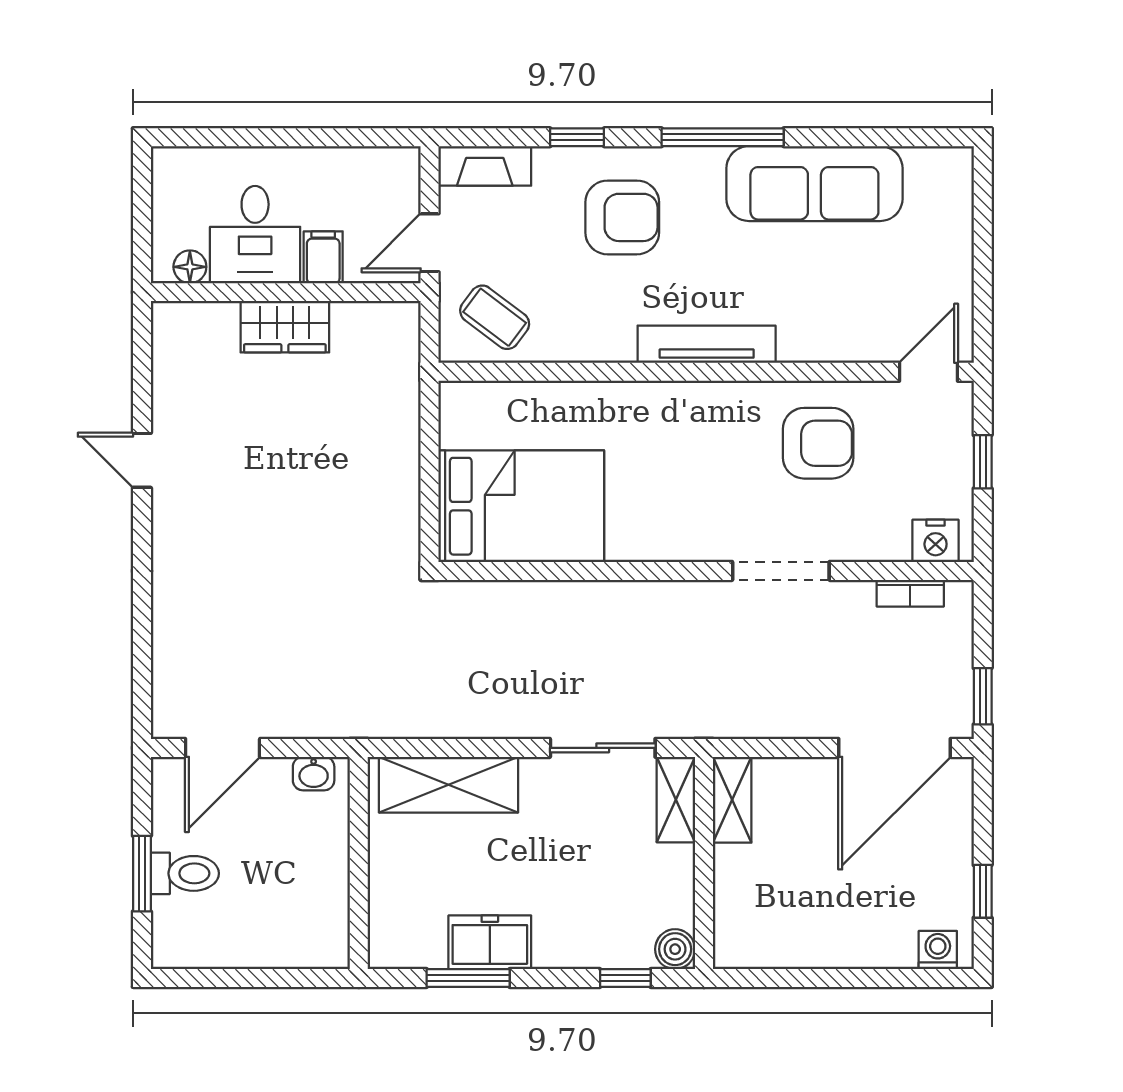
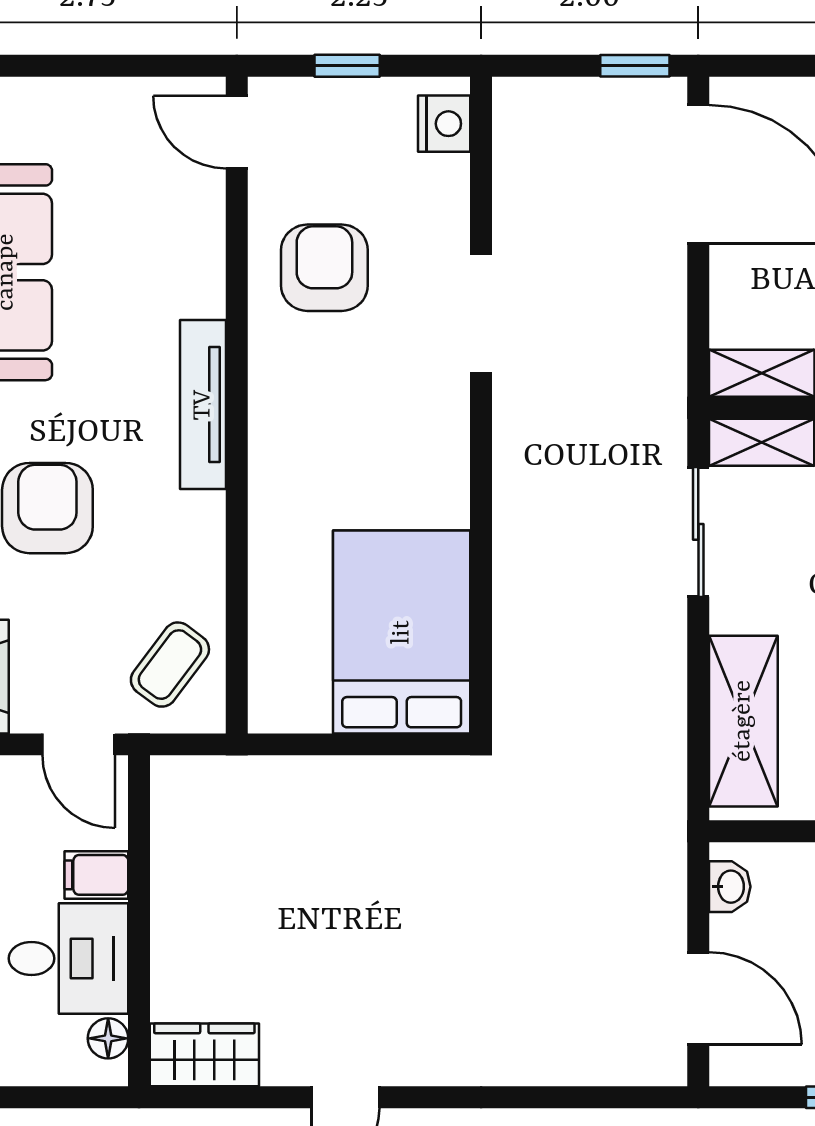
wardrobe: (285, 327) -> (204, 1055), moved, turned -90
bookcase: (910, 593) -> (508, 155), removed

